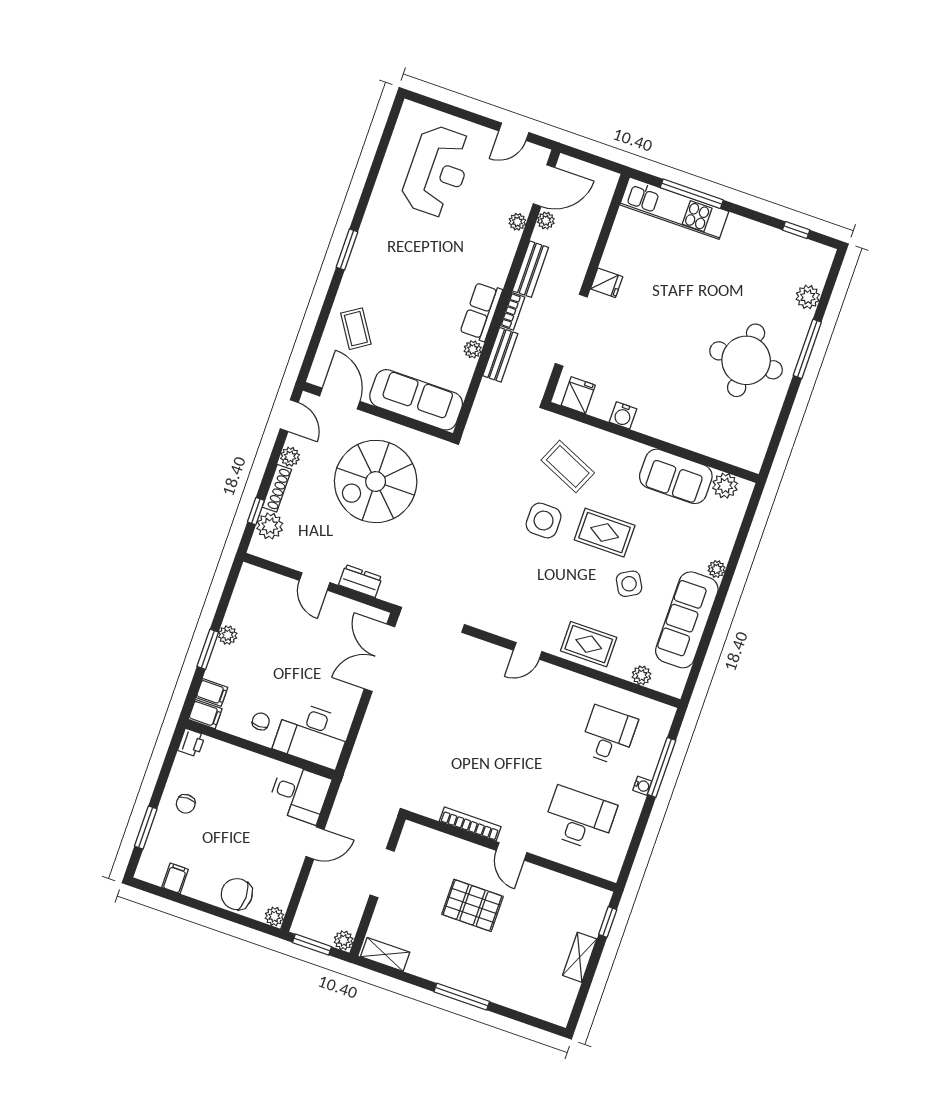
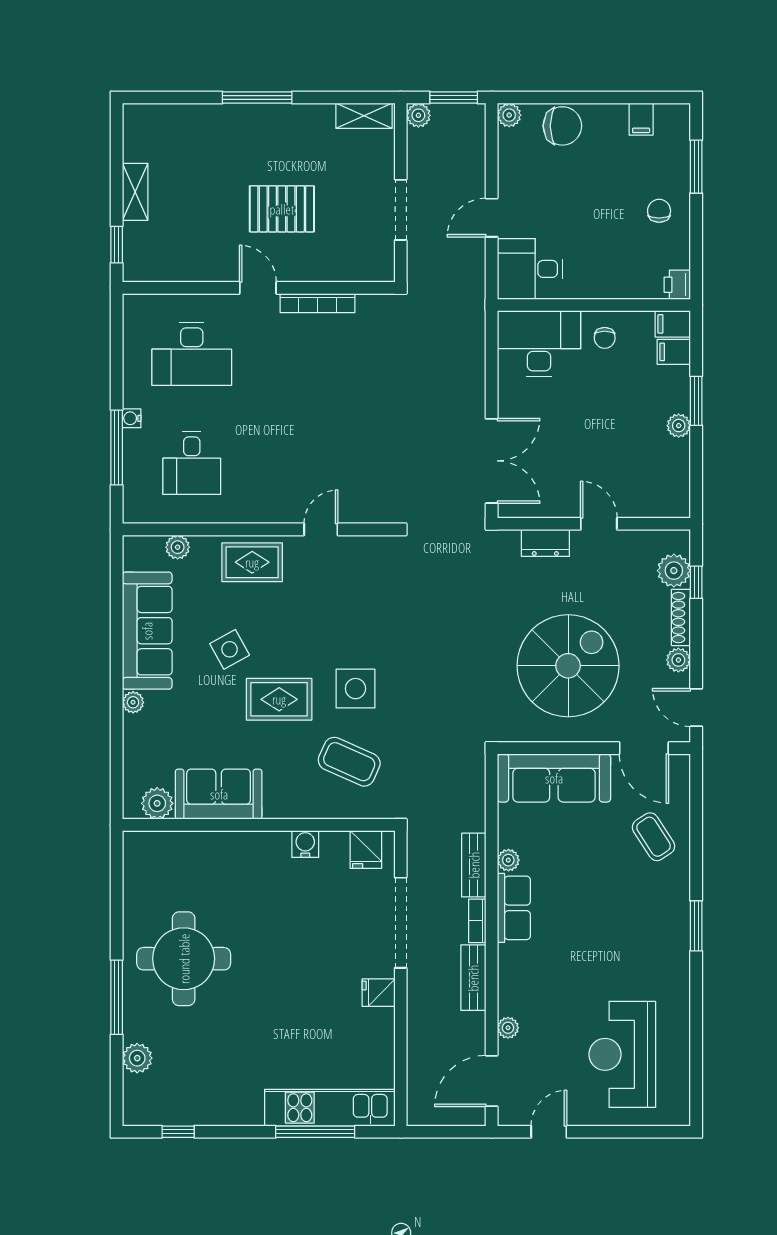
plant: (546, 221) -> (475, 1041), removed

